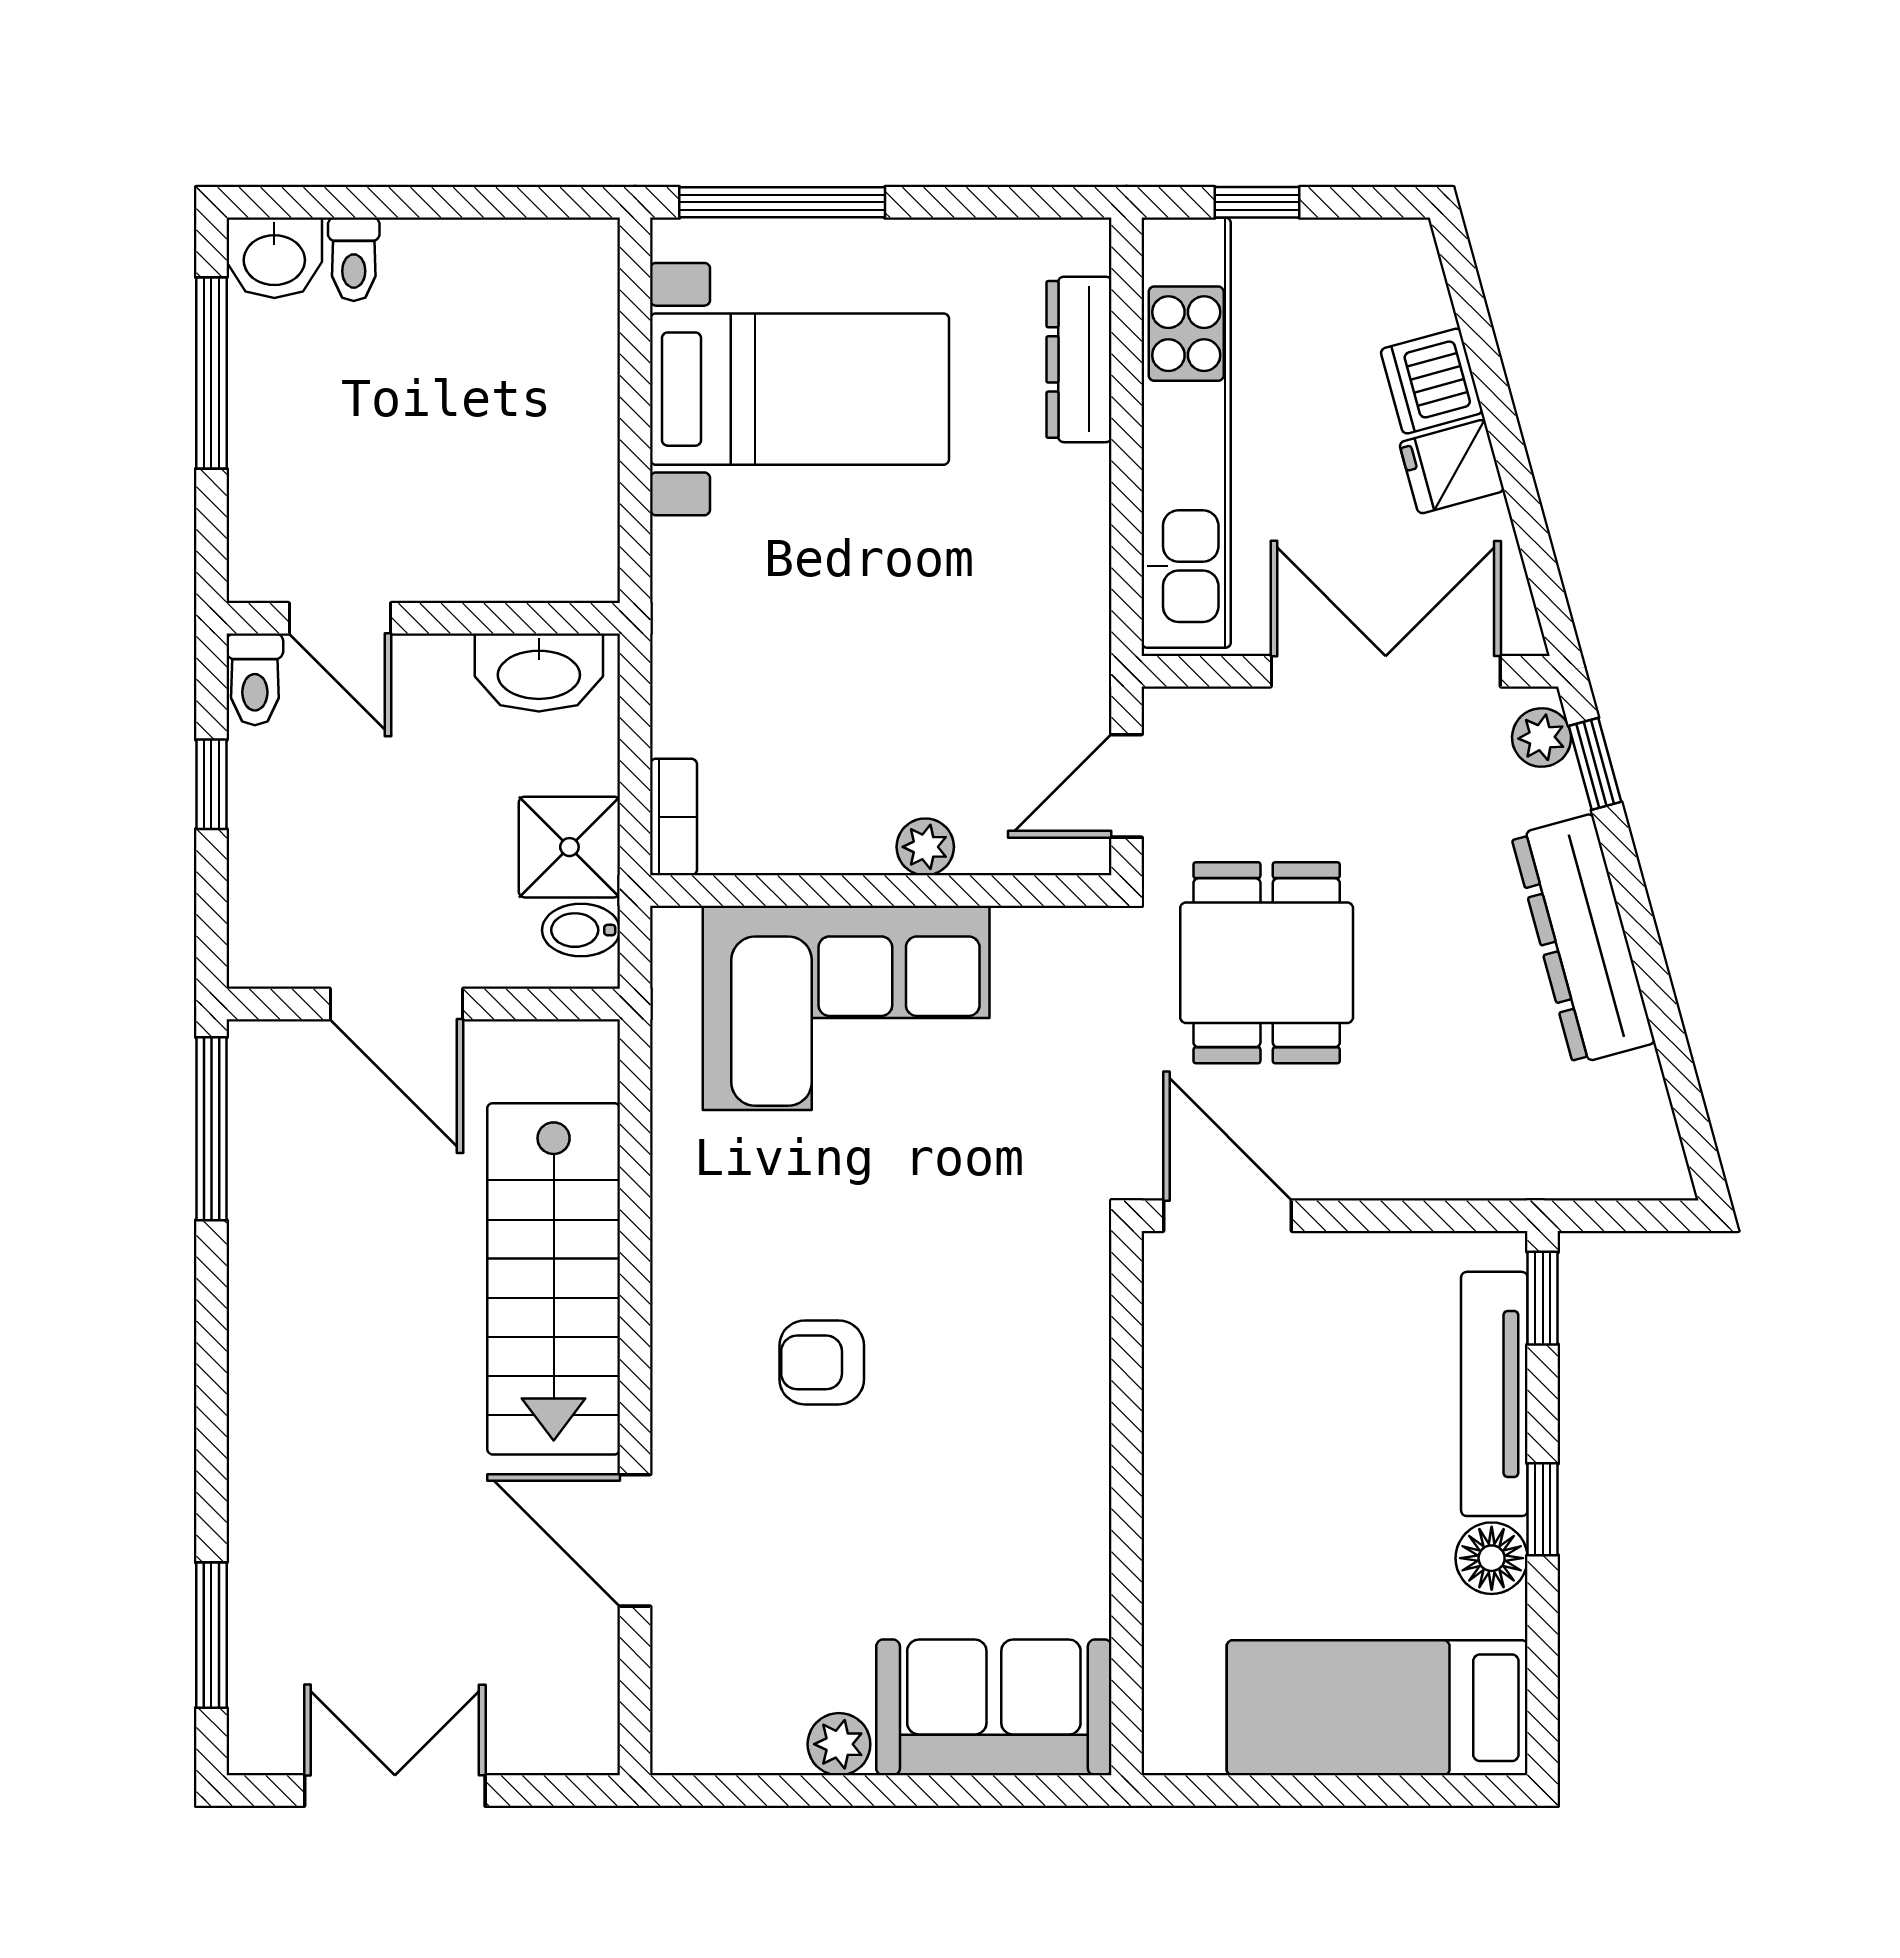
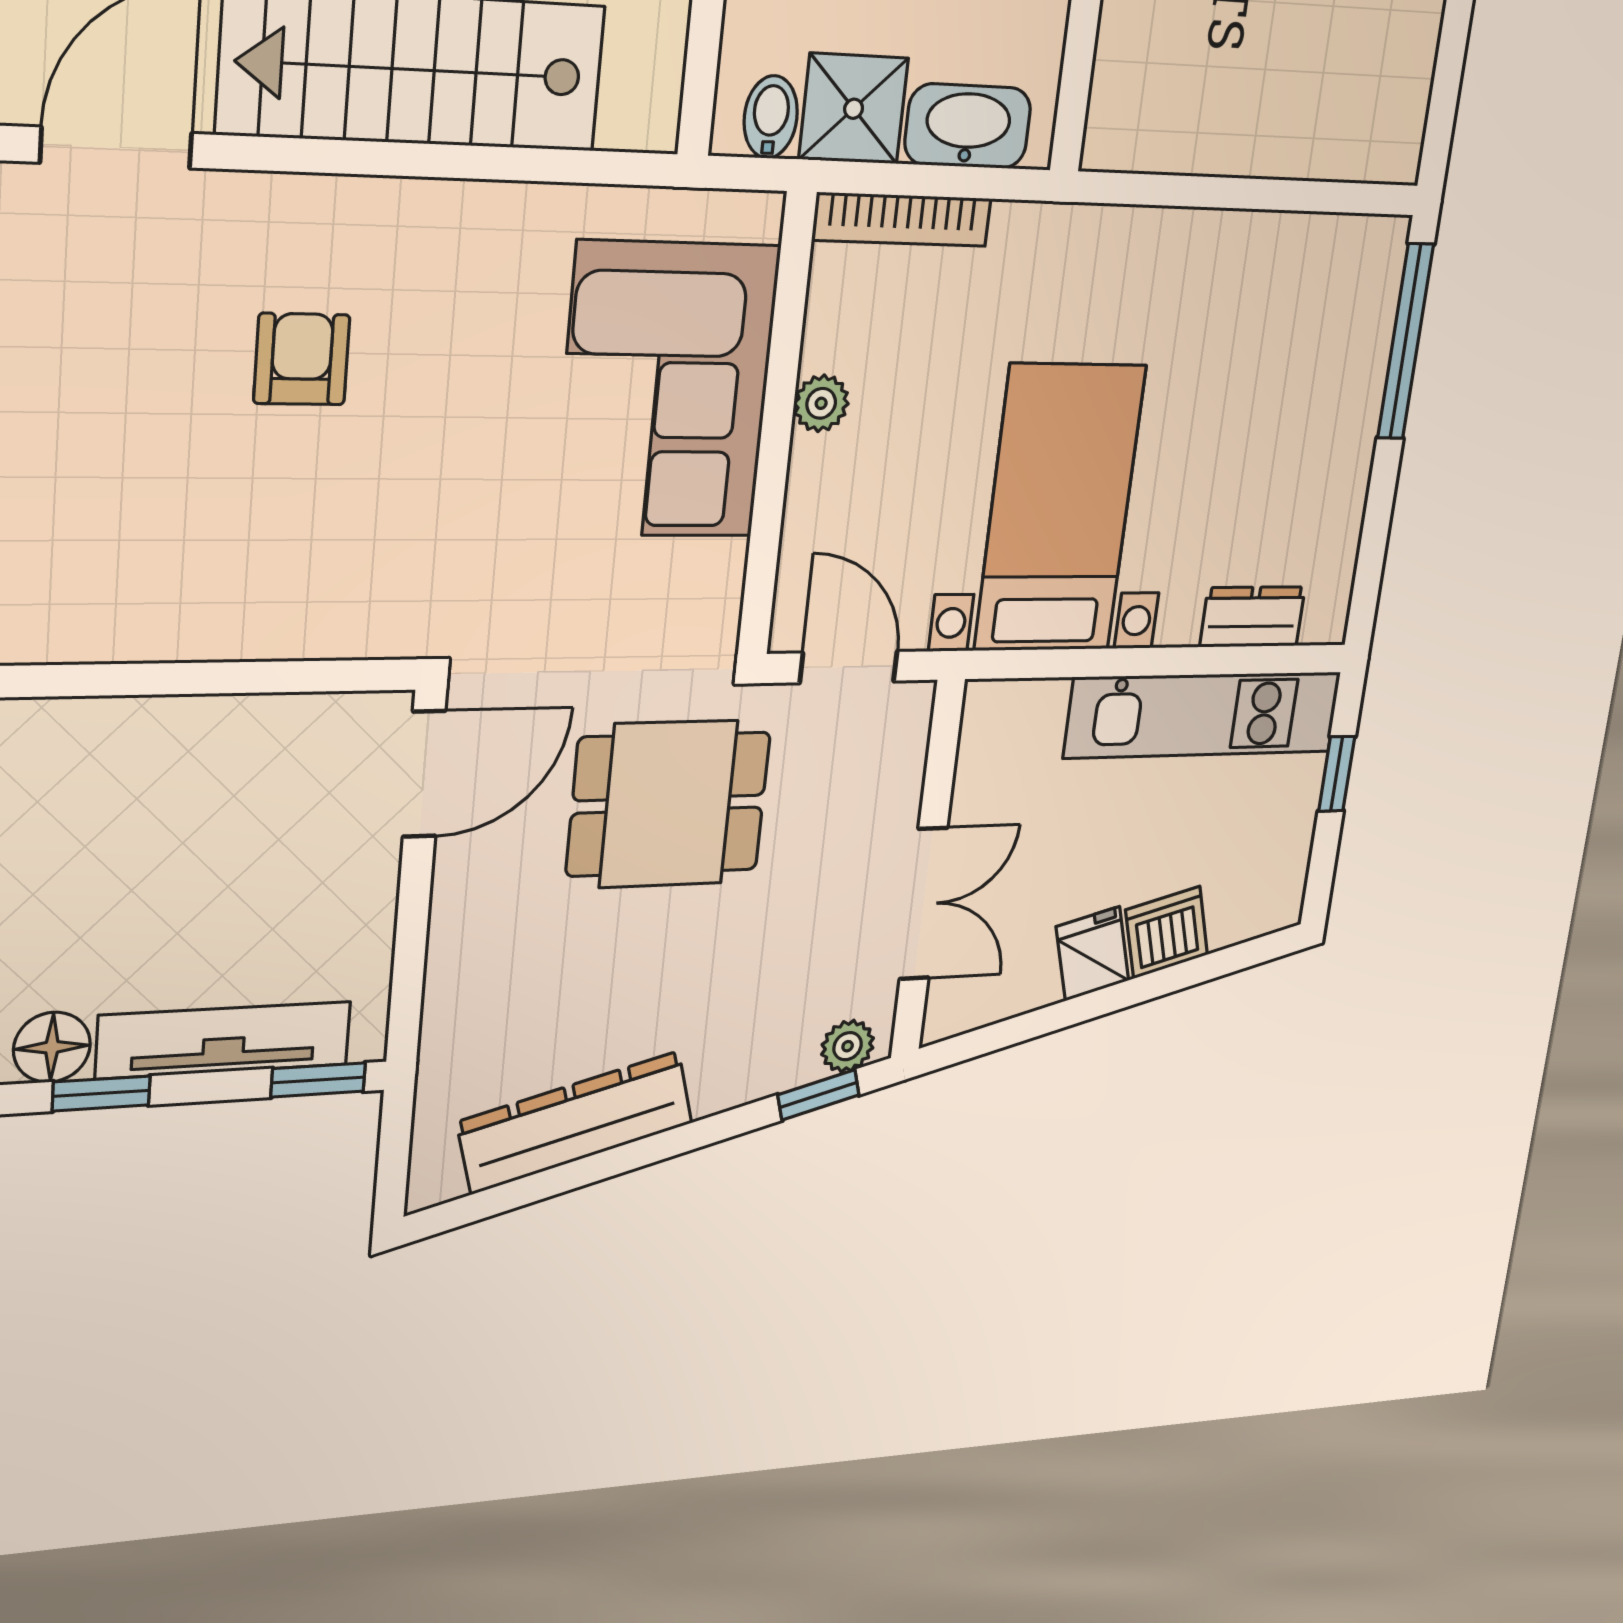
dresser: (1079, 359) -> (1252, 617), width x0.70
bed with nightstands: (800, 389) -> (1060, 509), moved, turned 180
kitchen unit: (1186, 433) -> (1203, 715), width x0.73
double door: (1386, 671) -> (923, 904), width x0.73
washbasin: (539, 672) -> (968, 126), moved, turned 90
bookcase: (673, 817) -> (902, 219), width x1.56
plant: (925, 847) -> (821, 403), moved
dresser: (1583, 939) -> (575, 1122), moved

